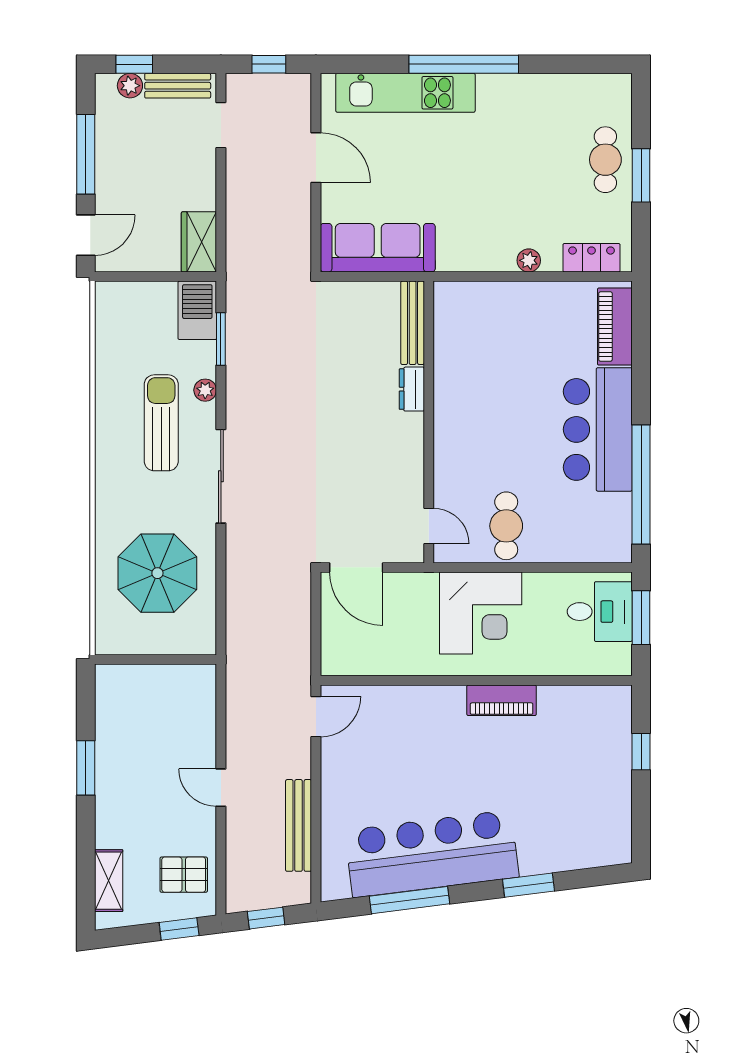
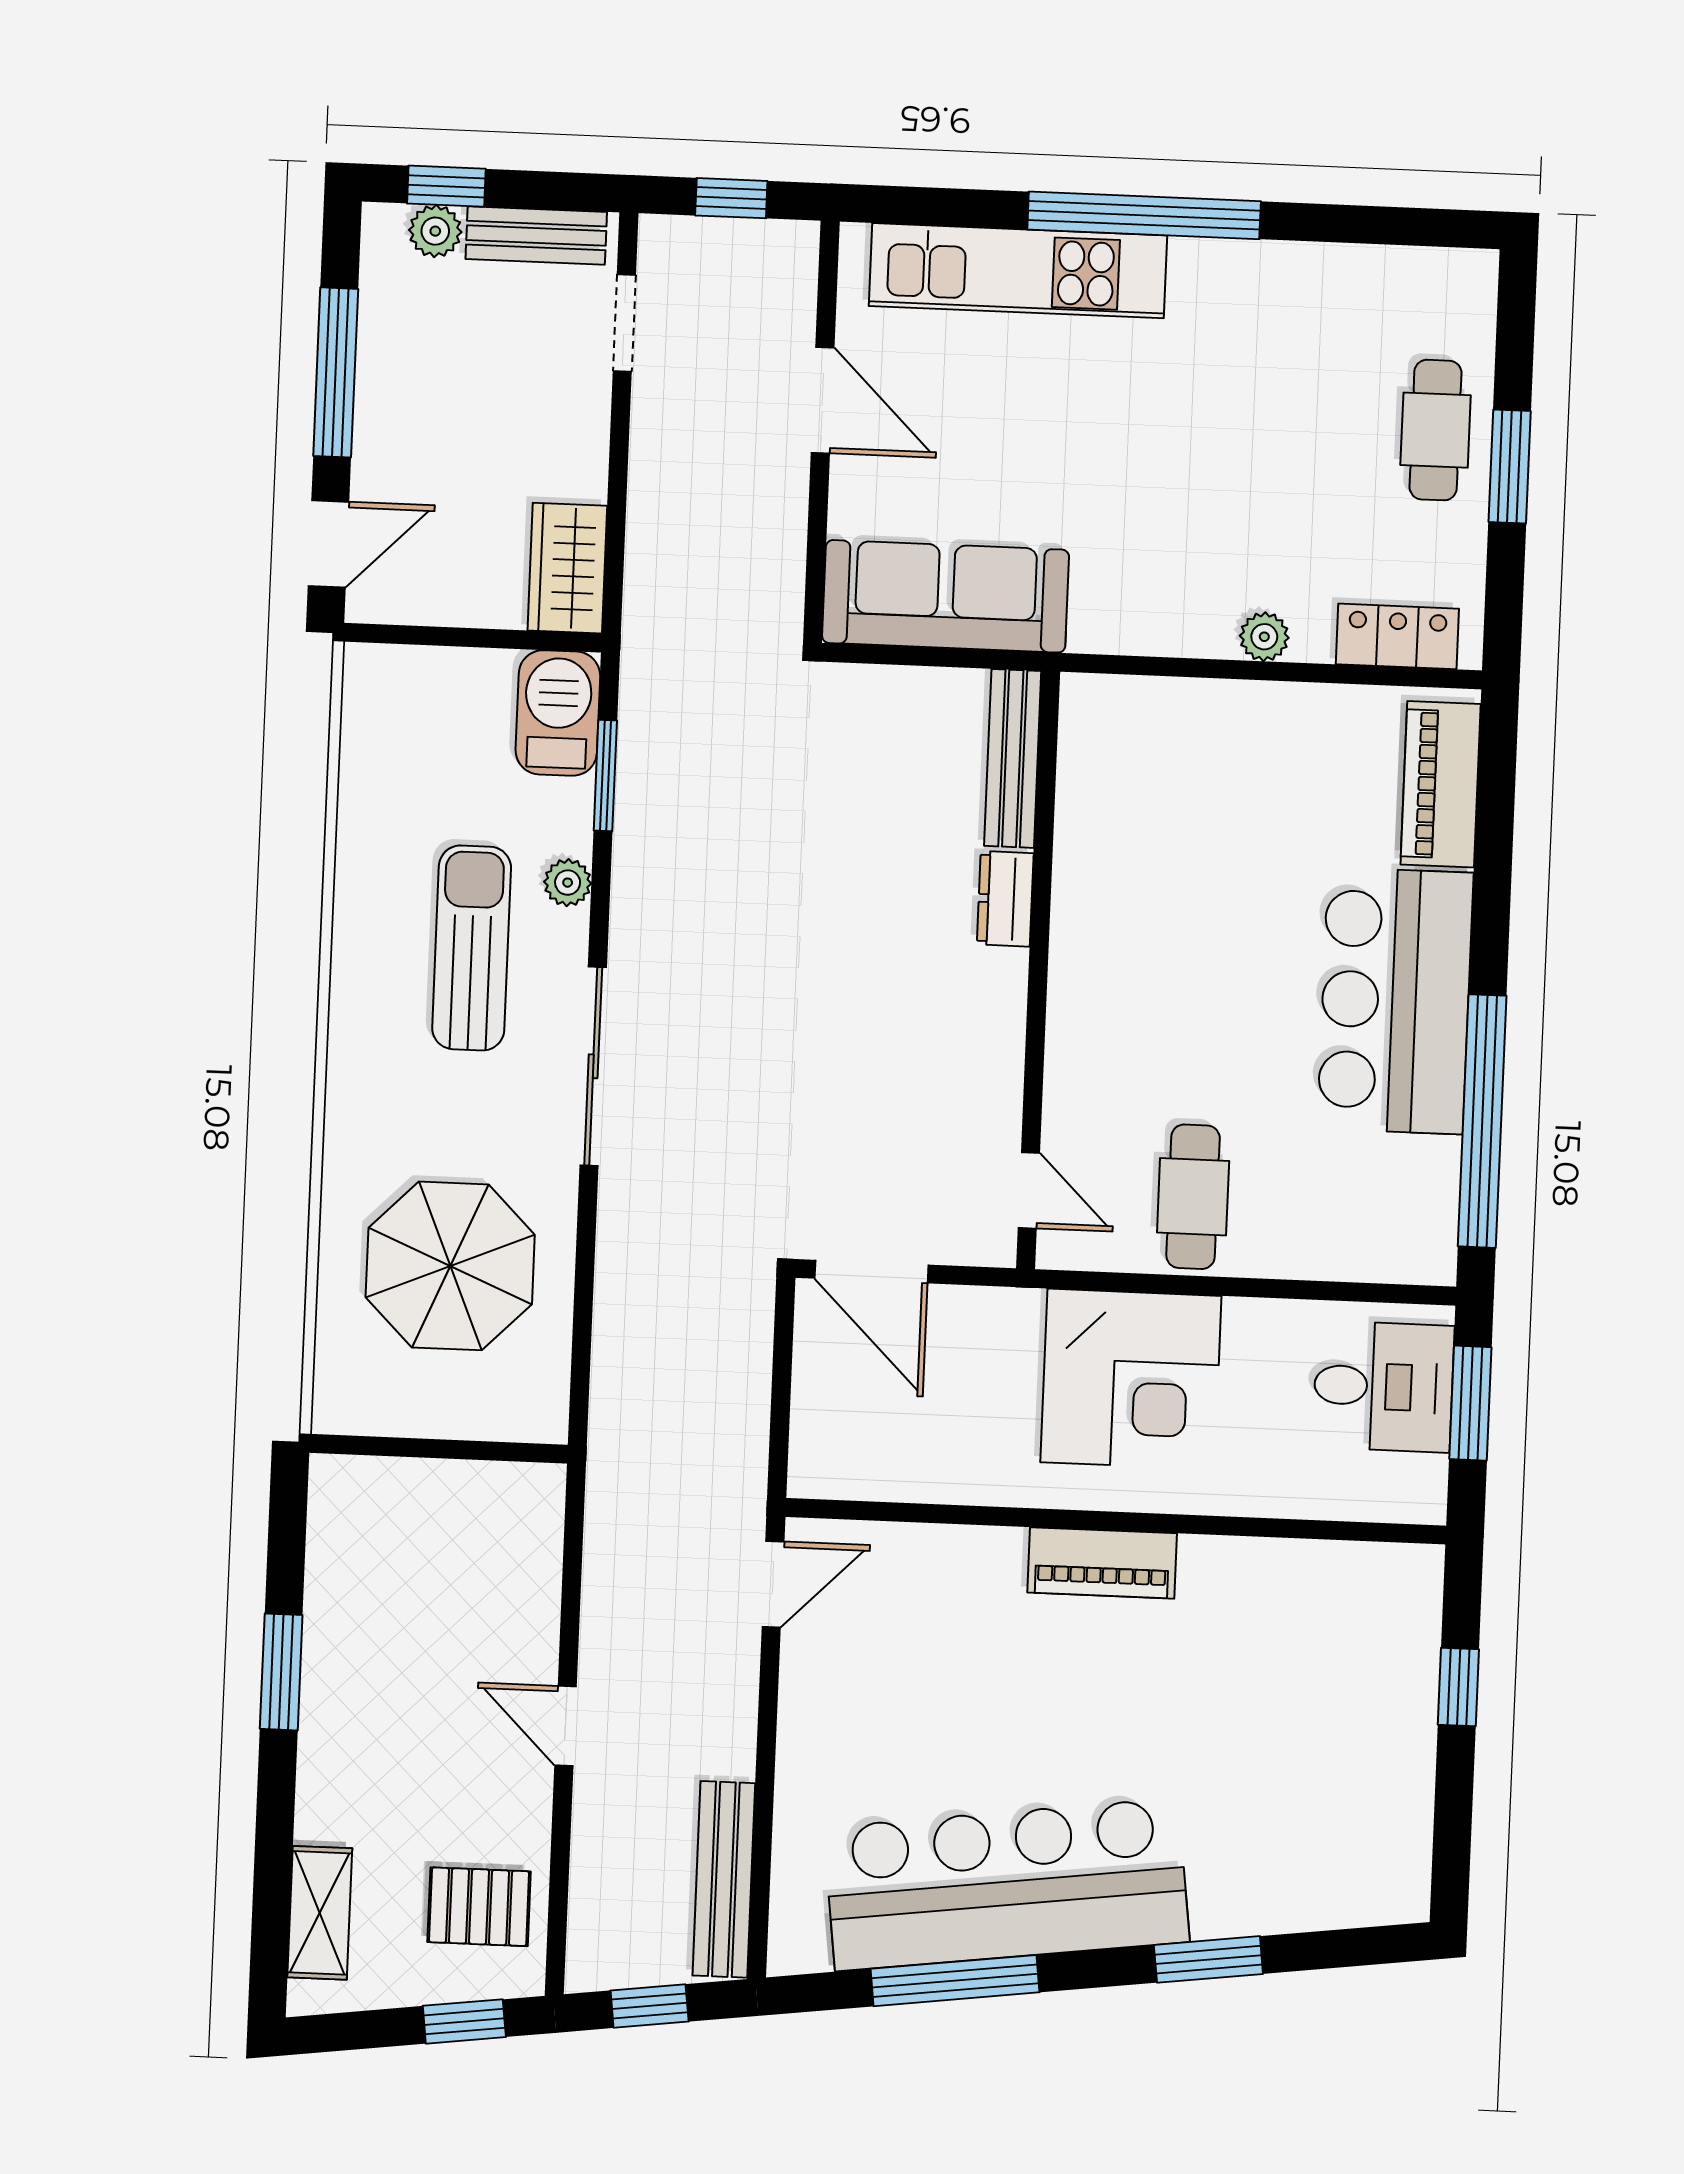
piano: (502, 700) -> (1102, 1563), moved
bench: (299, 825) -> (724, 1879), moved

